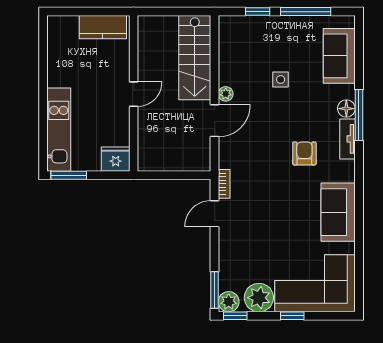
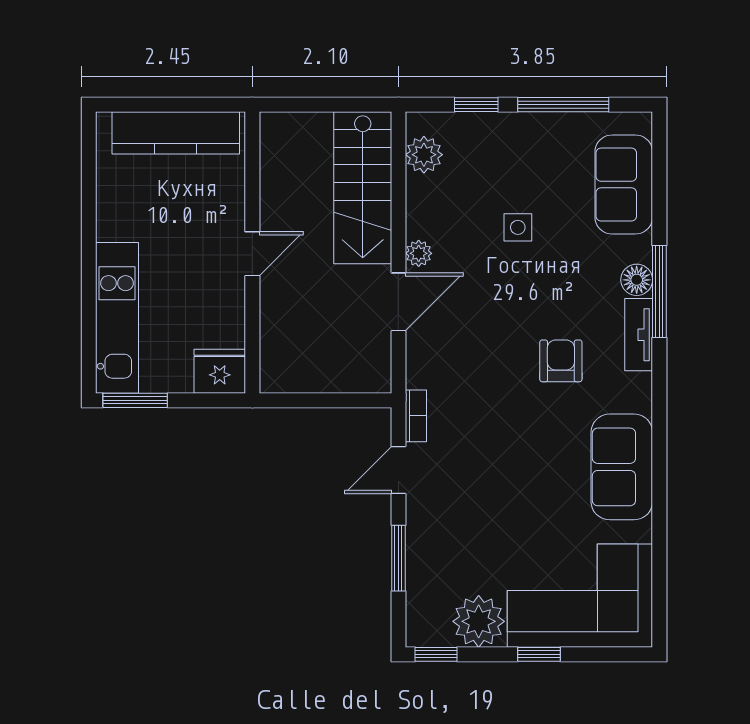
kitchen counter: (103, 27) -> (176, 133), width x1.50
window: (215, 290) -> (398, 558), moved
plant: (229, 302) -> (424, 155), moved

